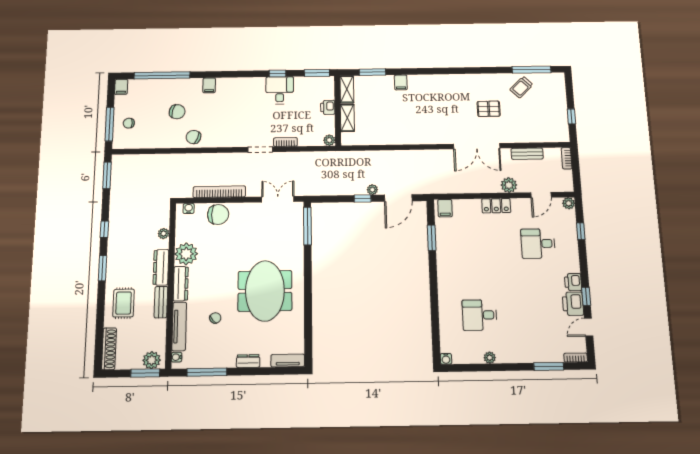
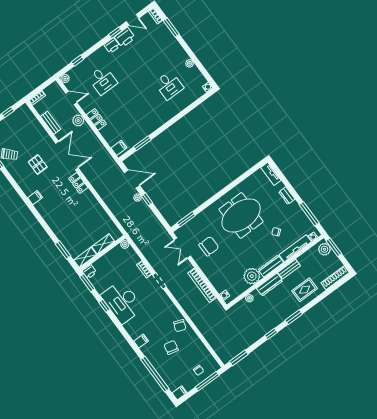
filing cabinet: (401, 82) -> (35, 198), moved
desk: (280, 90) -> (122, 302), width x1.87, depth x1.30
printer: (328, 107) -> (89, 272), moved
locker: (436, 137) -> (78, 183), added
chair: (218, 214) -> (209, 246), moved, turned 90
window: (307, 226) -> (186, 219), width x0.69

